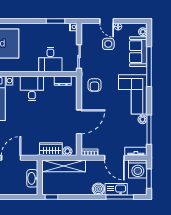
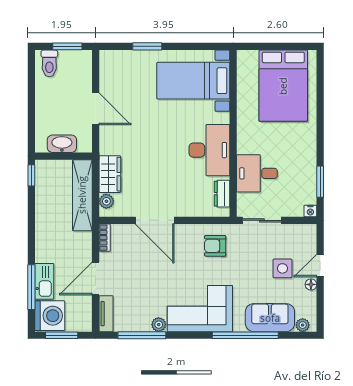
desk: (32, 88) -> (209, 150), width x1.37
washing machine: (138, 169) -> (50, 316), moved, turned 180
boiler: (98, 189) -> (45, 252), removed

